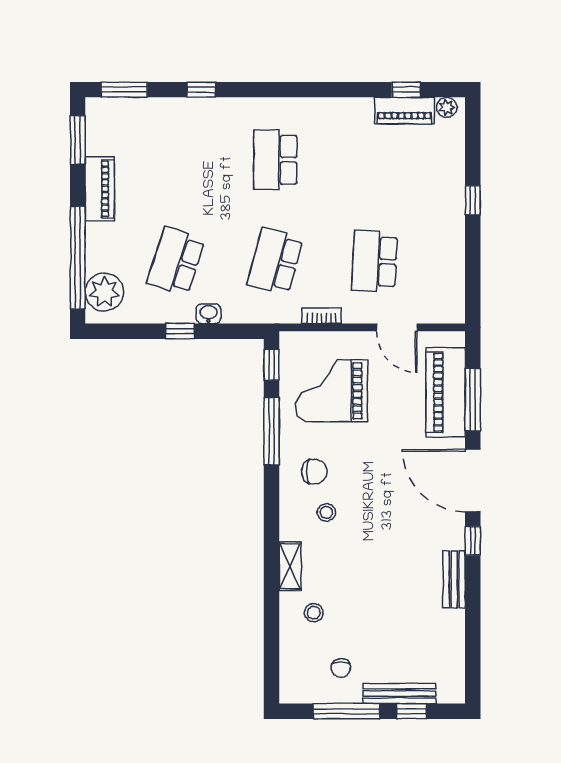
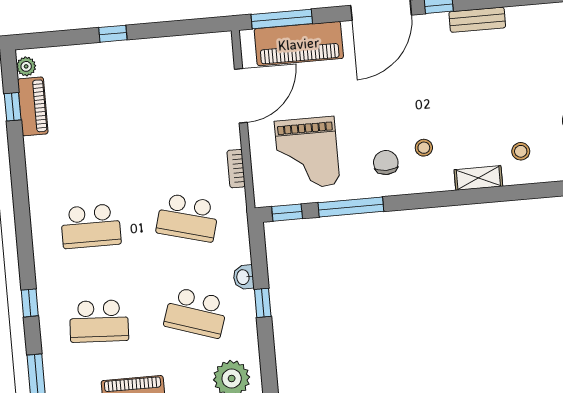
school desk: (374, 261) -> (99, 321), moved
door: (397, 327) -> (241, 96), width x1.36
window: (473, 400) -> (282, 19), moved

